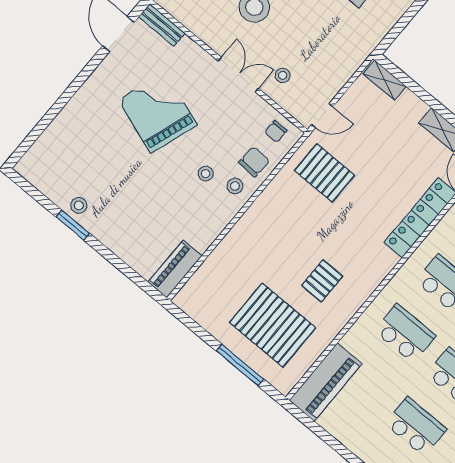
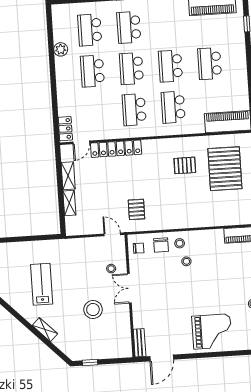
shelving: (385, 80) -> (69, 203), moved
grand piano: (158, 112) -> (212, 331), moved, turned -109
chair: (254, 162) -> (161, 245), turned -93
pallet: (325, 173) -> (136, 209), width x0.67, depth x0.71

